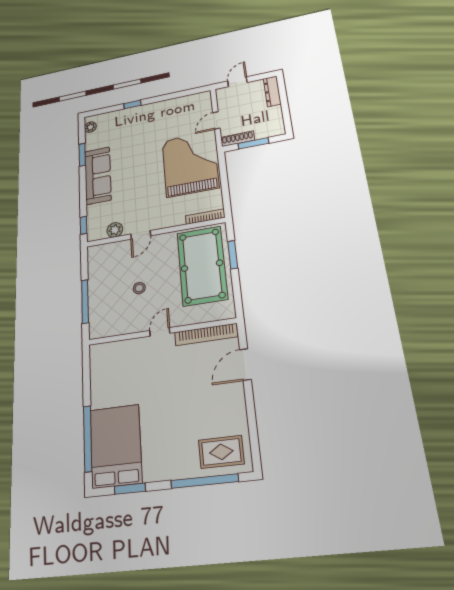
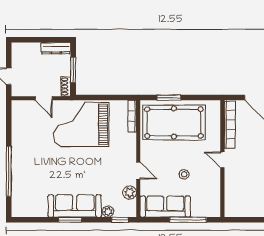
dresser: (272, 91) -> (56, 48), moved
window: (132, 104) -> (9, 171), width x3.17
plant: (90, 127) -> (108, 212), moved
shoe rack: (238, 139) -> (66, 87), width x0.70
window: (82, 155) -> (70, 220), moved
sofa: (100, 272) -> (165, 207), added

